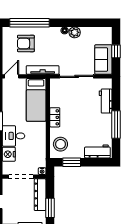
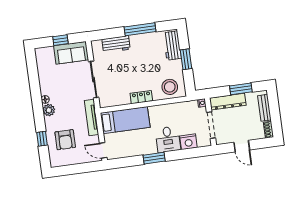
window: (30, 23) -> (42, 139), width x0.32
plant: (75, 32) -> (49, 110), moved
window: (72, 162) -> (186, 59), moved

